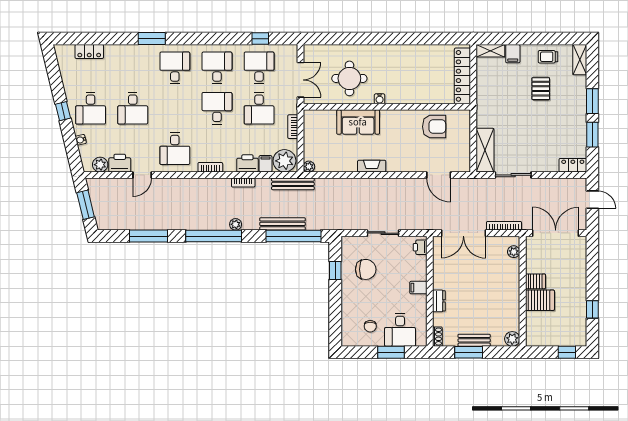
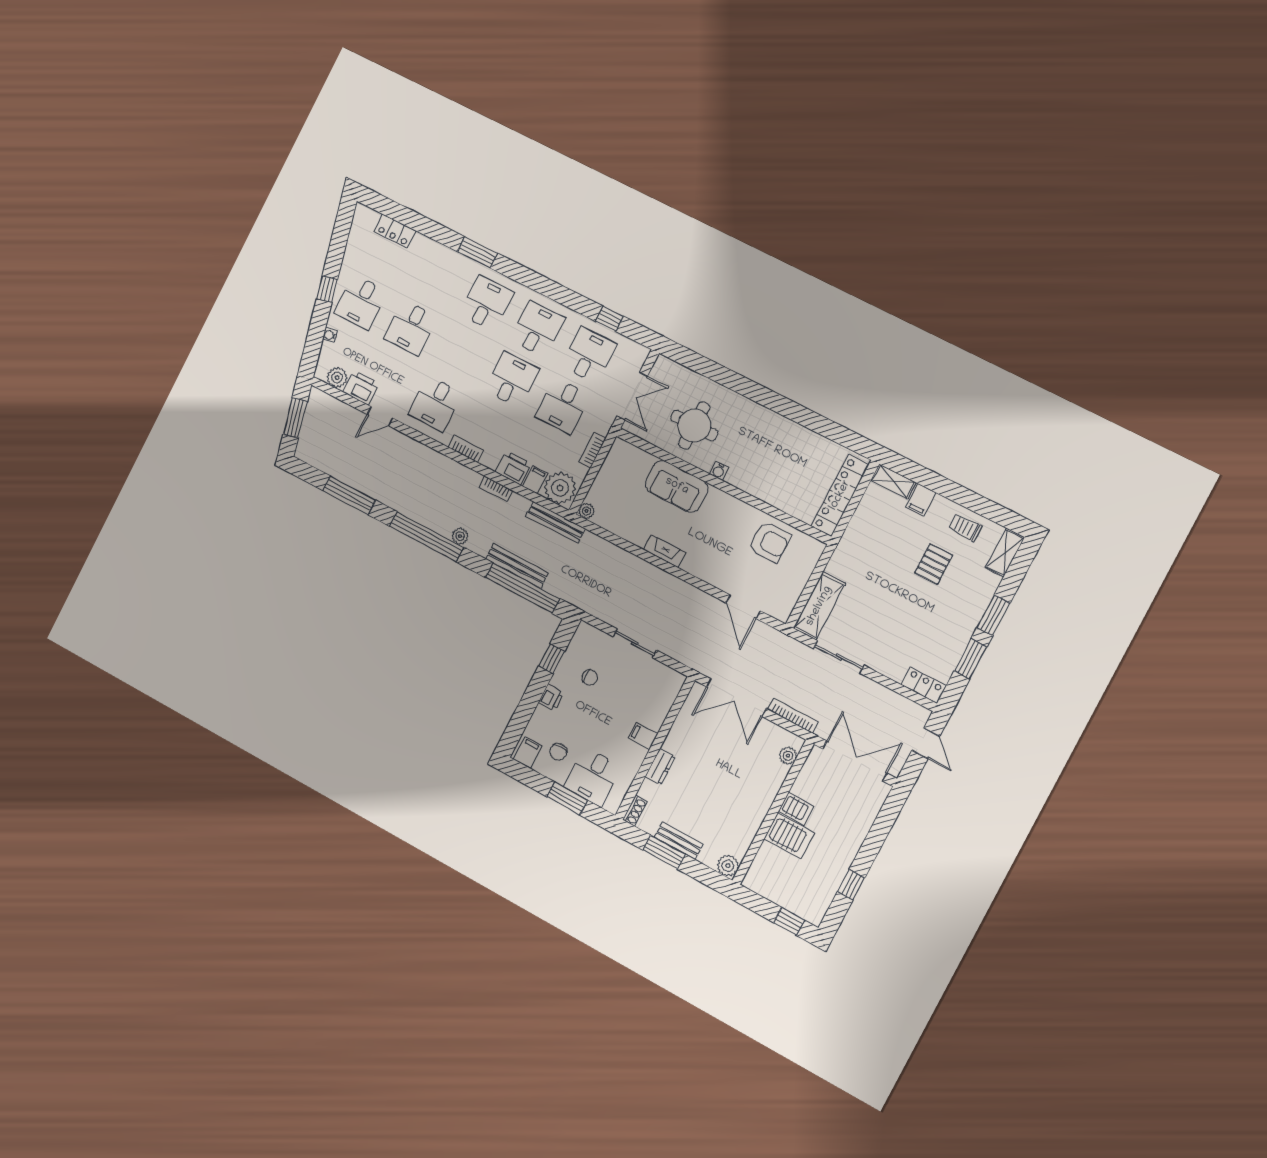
printer: (420, 247) -> (551, 698), moved, turned 180
chair: (366, 269) -> (590, 678), width x0.54, depth x0.54
filing cabinet: (351, 337) -> (528, 752), added

